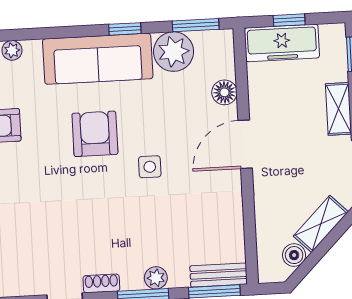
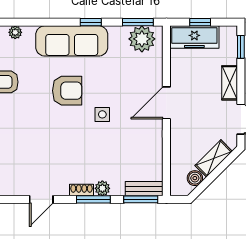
plant: (174, 52) -> (142, 39), moved
floor lamp: (224, 92) -> (155, 68), removed
armchair: (95, 134) -> (67, 91), turned 90
shoe rack: (101, 283) -> (81, 190), moved

